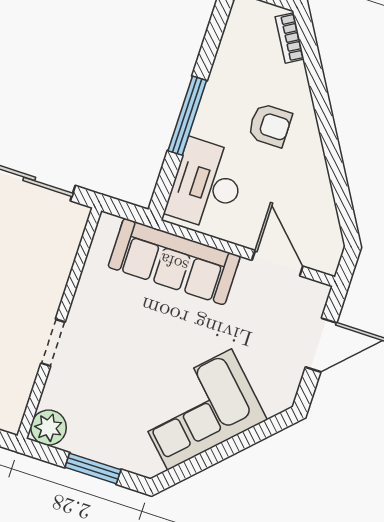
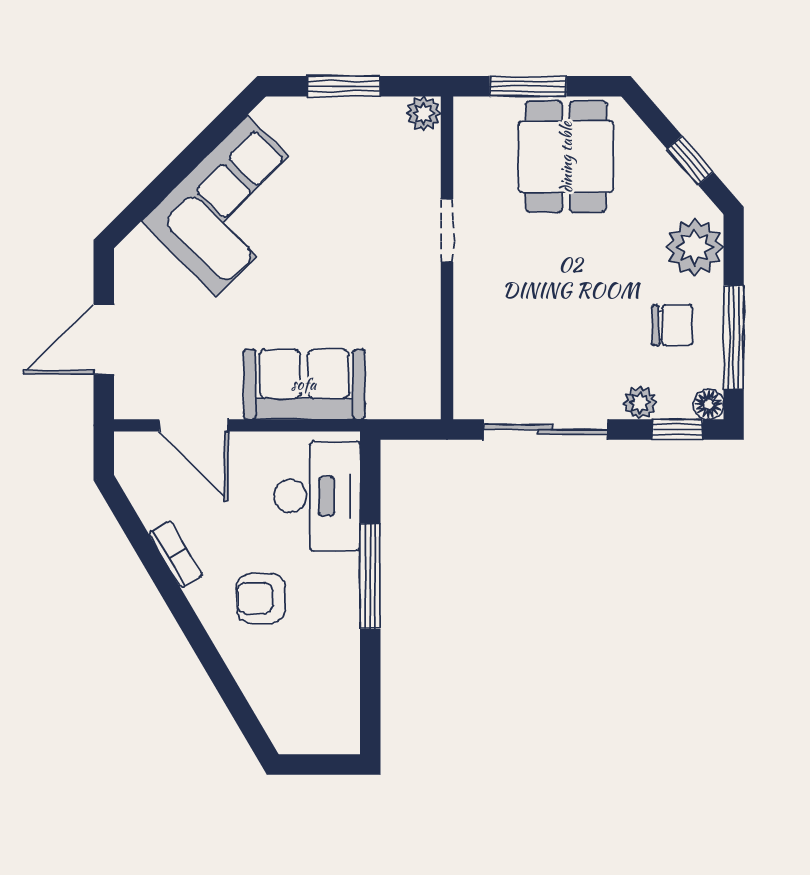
bookcase: (290, 38) -> (176, 554), moved
sofa: (174, 262) -> (304, 384), width x0.73
plant: (49, 428) -> (424, 114), width x0.73, depth x0.73

